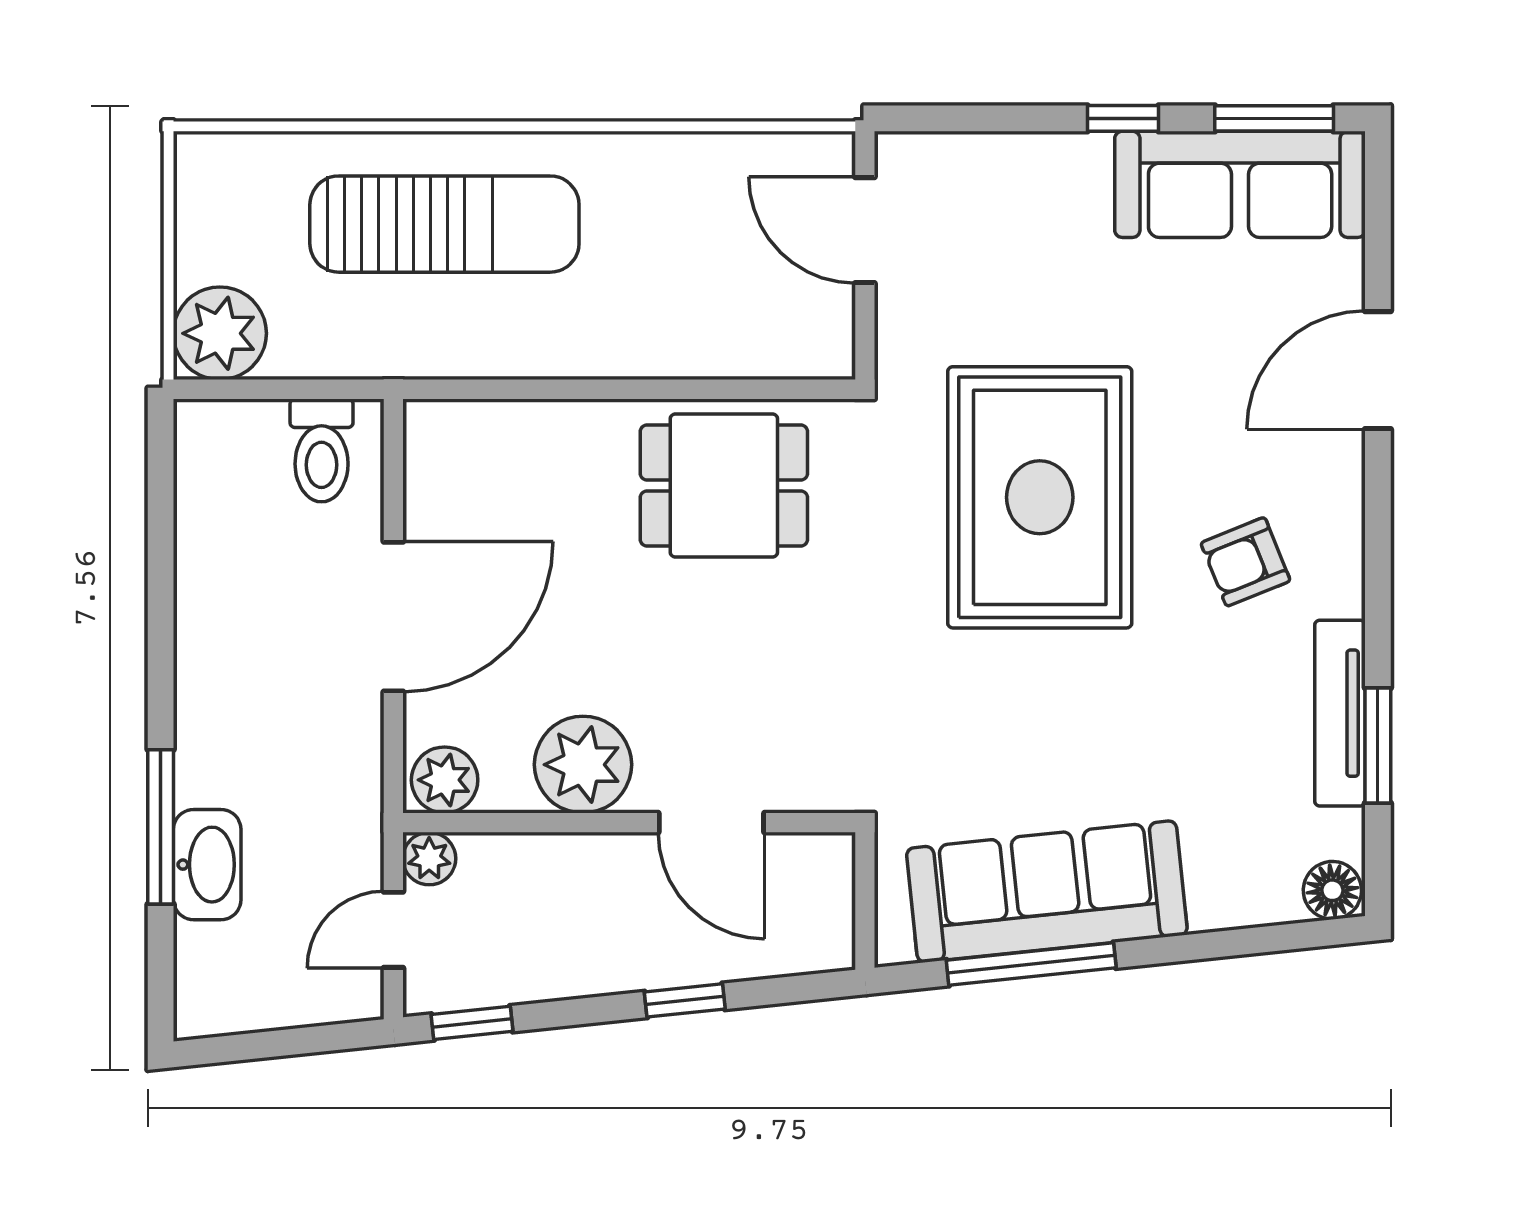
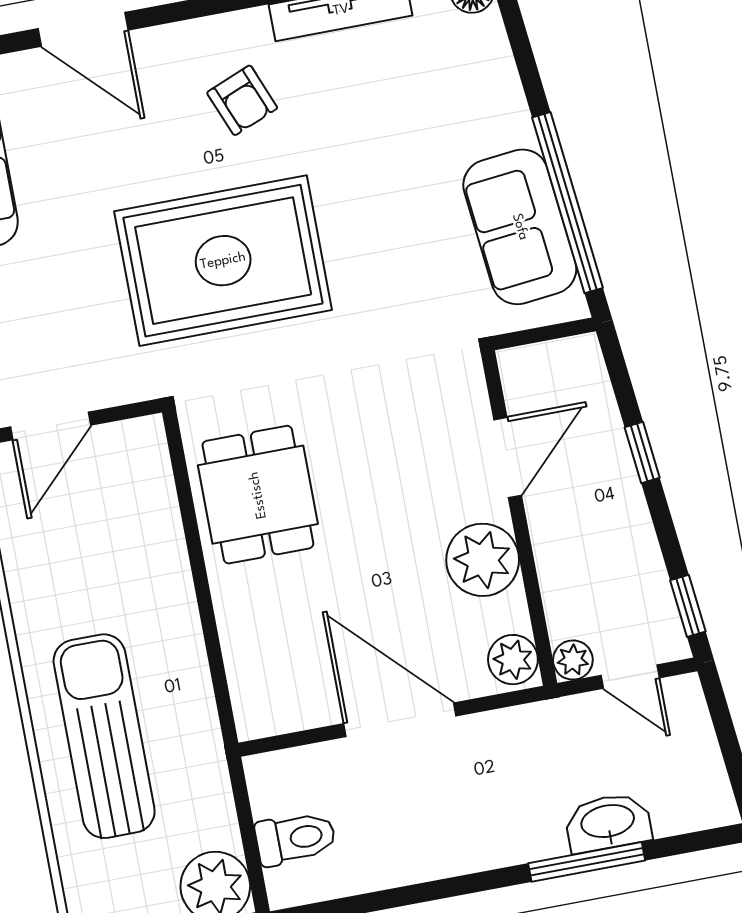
toilet: (322, 450) -> (295, 838), moved
sofa: (1047, 892) -> (520, 227), width x0.73
window: (1031, 964) -> (568, 203), width x1.46

